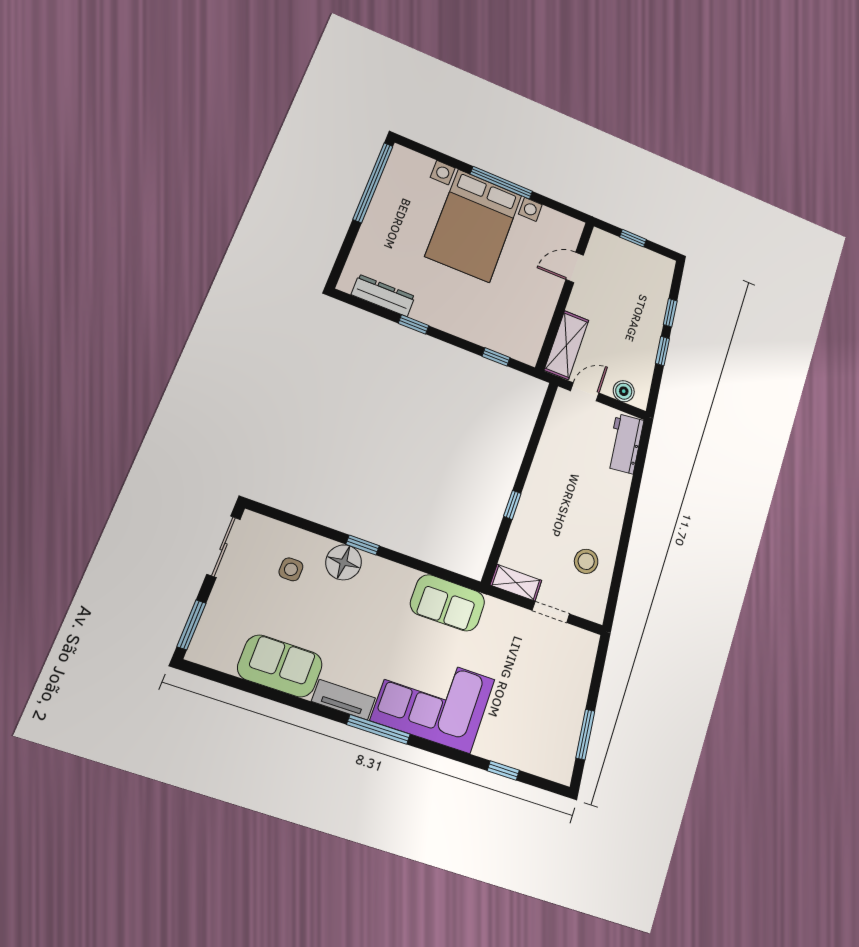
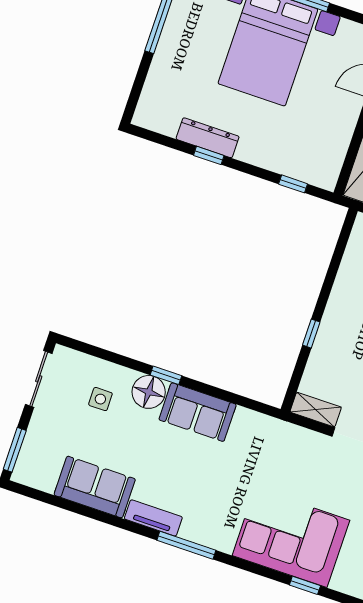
dresser: (383, 295) -> (208, 138), moved
sofa: (448, 603) -> (198, 412), moved
corner sofa: (433, 700) -> (291, 538), moved

